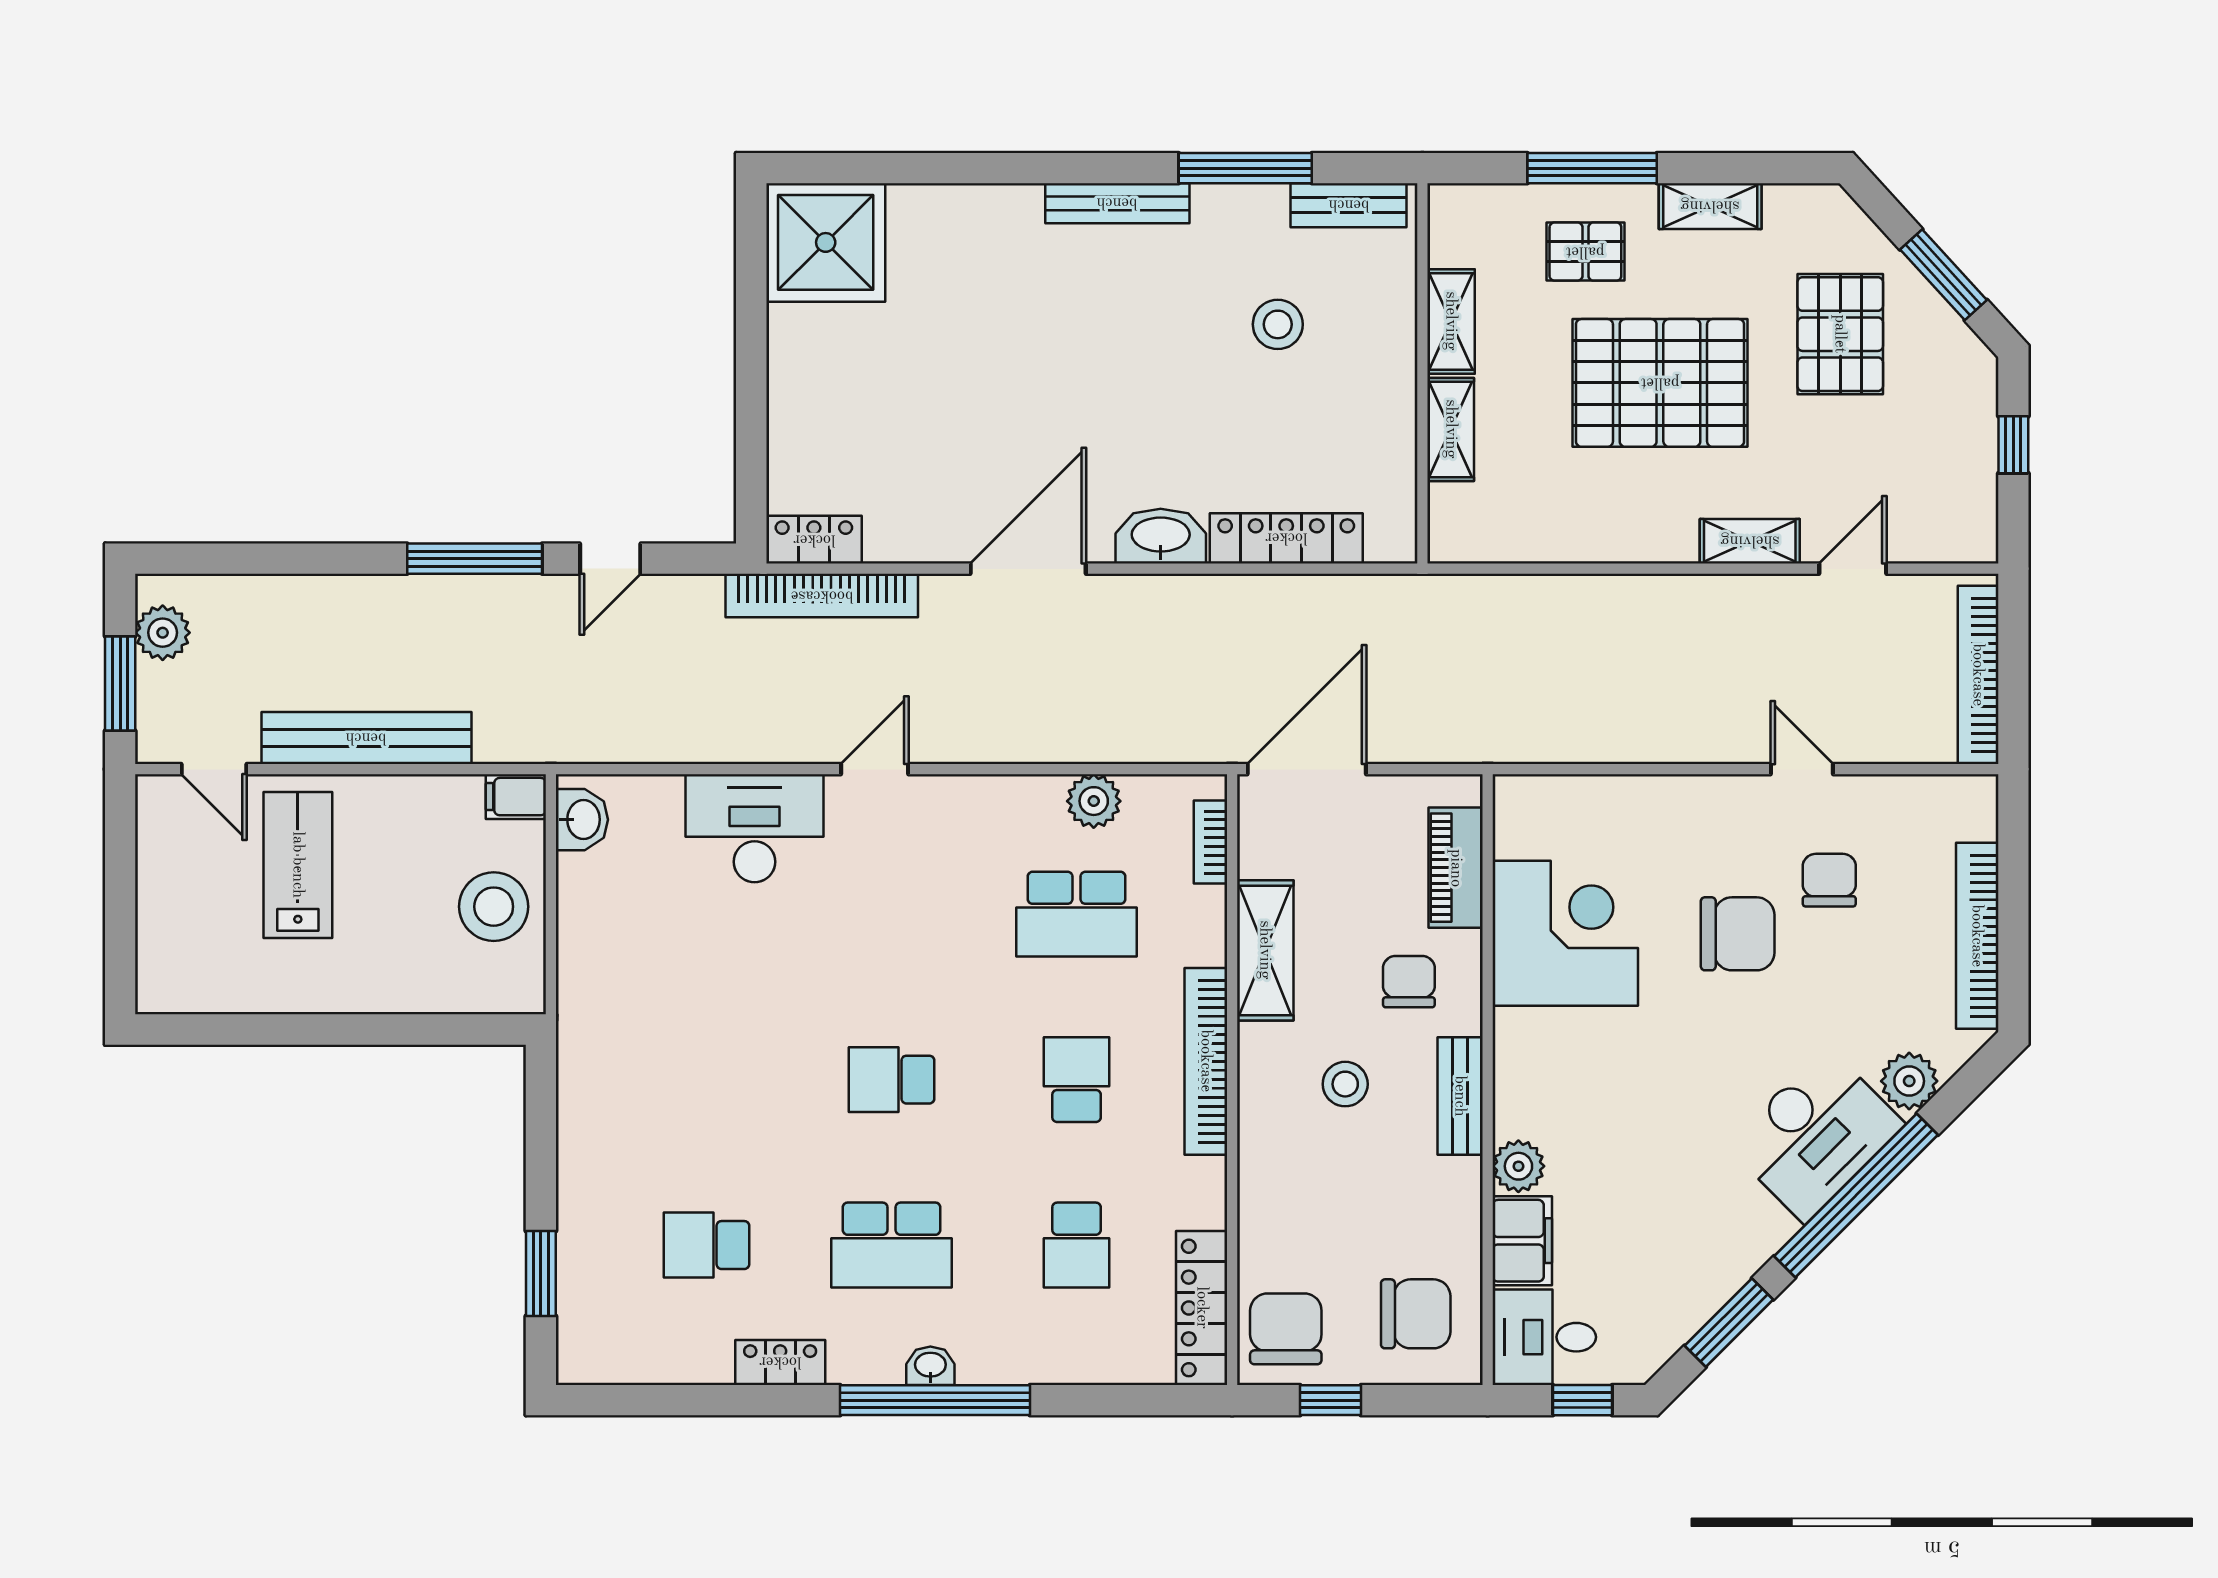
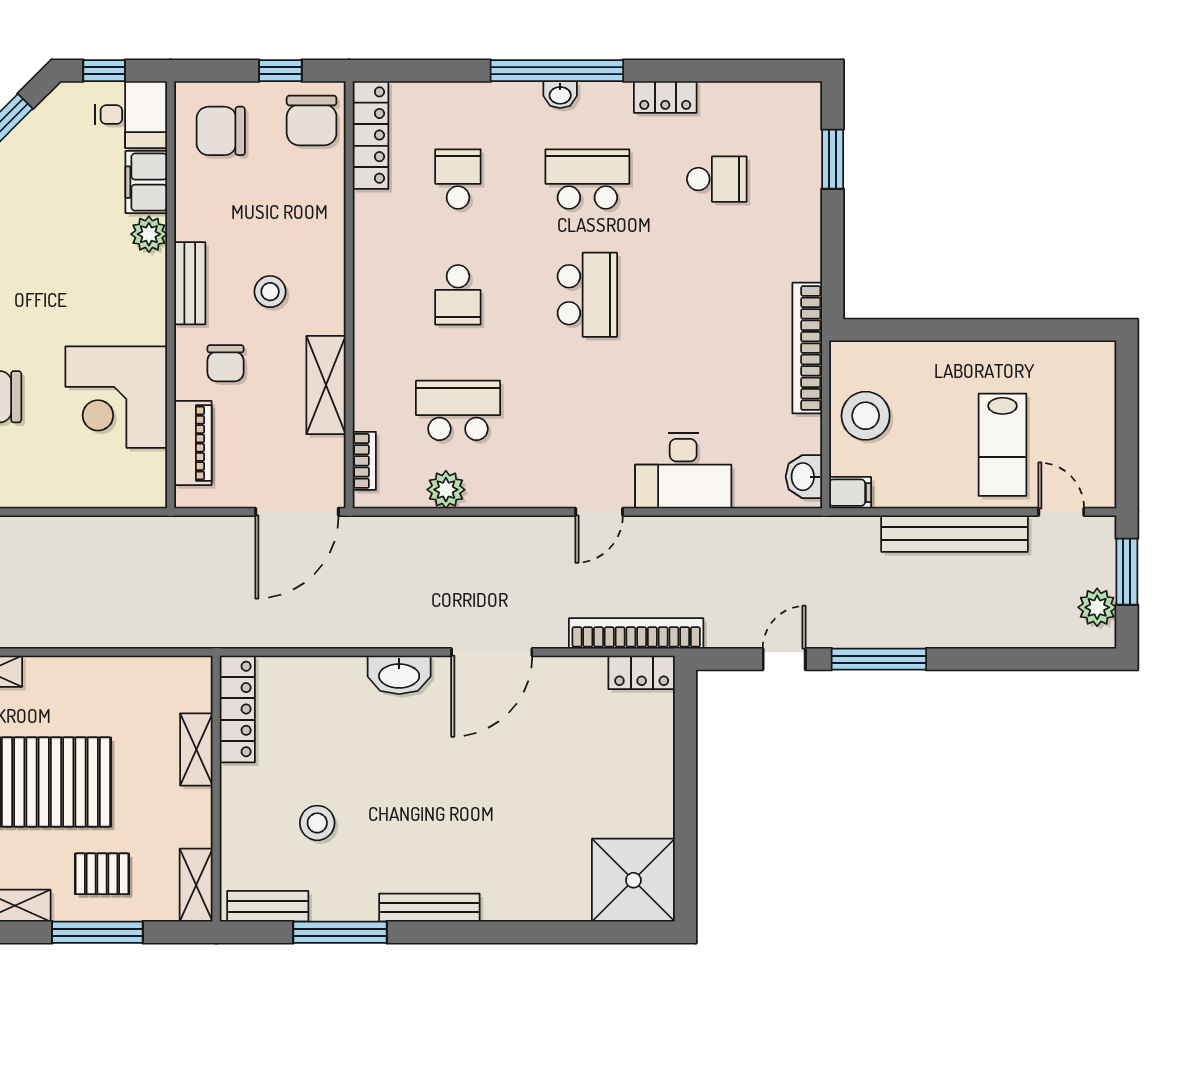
shelving: (1451, 321) -> (196, 885), moved
locker: (1286, 538) -> (237, 709), moved, turned -90
bookcase: (1206, 1061) -> (807, 348), moved, turned 180
school desk: (892, 1080) -> (587, 295), width x1.85

